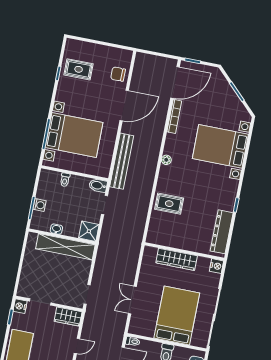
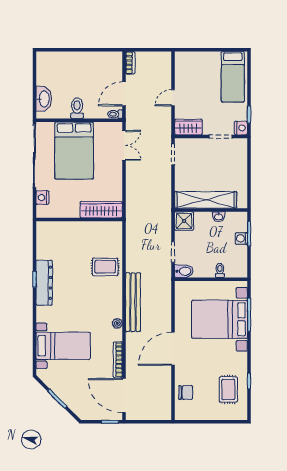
rug: (79, 69) -> (228, 389), turned 90
door: (175, 82) -> (124, 396), hinge flipped
door: (124, 106) -> (173, 349), moved
bed with nightstands: (220, 146) -> (63, 346), width x0.73
plant: (166, 160) -> (117, 323), moved
bench: (122, 161) -> (133, 302), moved
dresser: (222, 232) -> (44, 283), moved
wardrobe: (177, 259) -> (101, 210), moved
nightstand: (217, 266) -> (42, 198), moved
double door: (132, 300) -> (124, 145), moved

